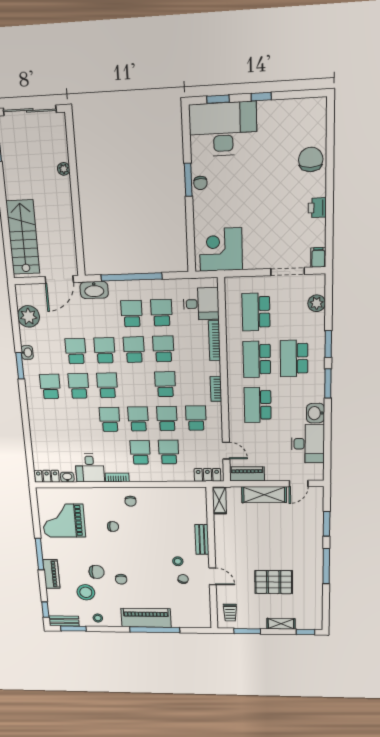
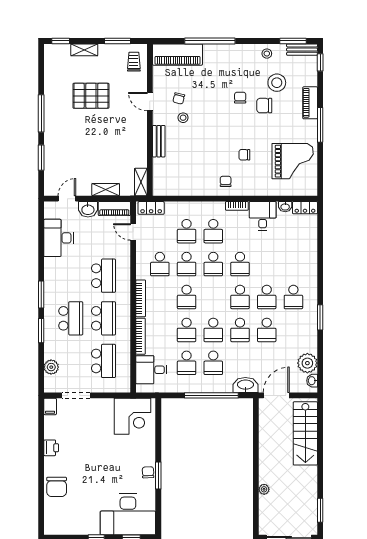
washbasin: (27, 352) -> (312, 381), moved
bookcase: (216, 389) -> (141, 298), width x1.56
washbasin: (316, 413) -> (88, 209), moved, turned 90
shelving: (264, 495) -> (106, 190), width x0.67, depth x0.75
piano: (146, 618) -> (177, 55), moved

